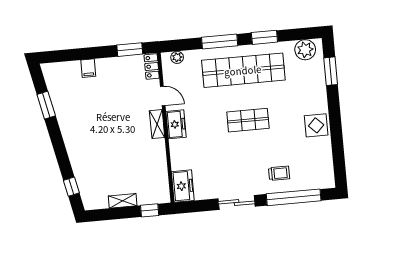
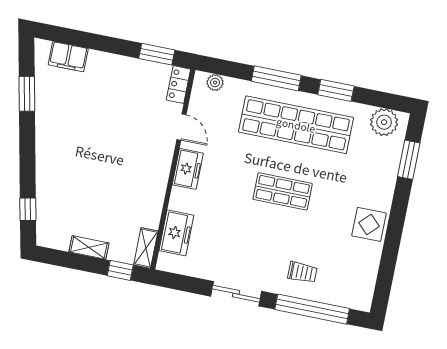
filing cabinet: (88, 68) -> (68, 57), moved, width x2.00
shelving: (157, 124) -> (146, 248), moved
freezer: (183, 186) -> (176, 233), moved

